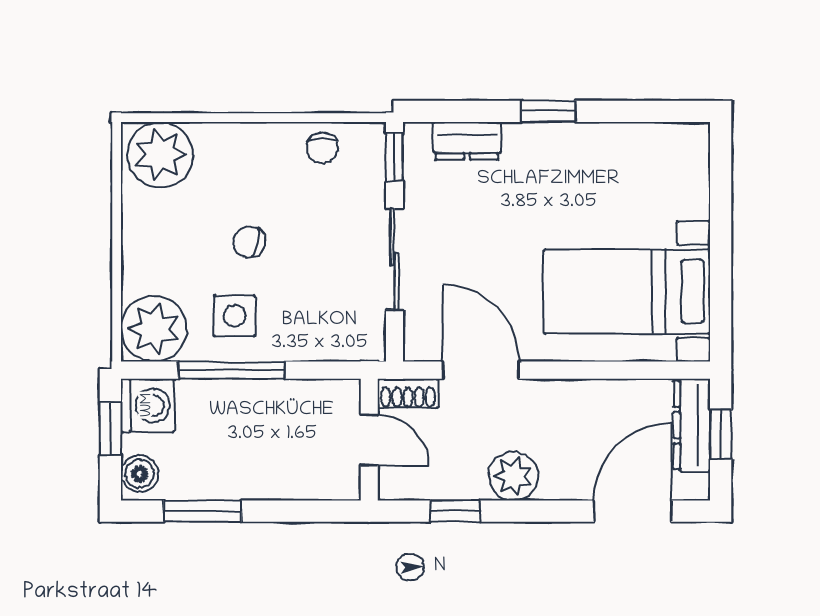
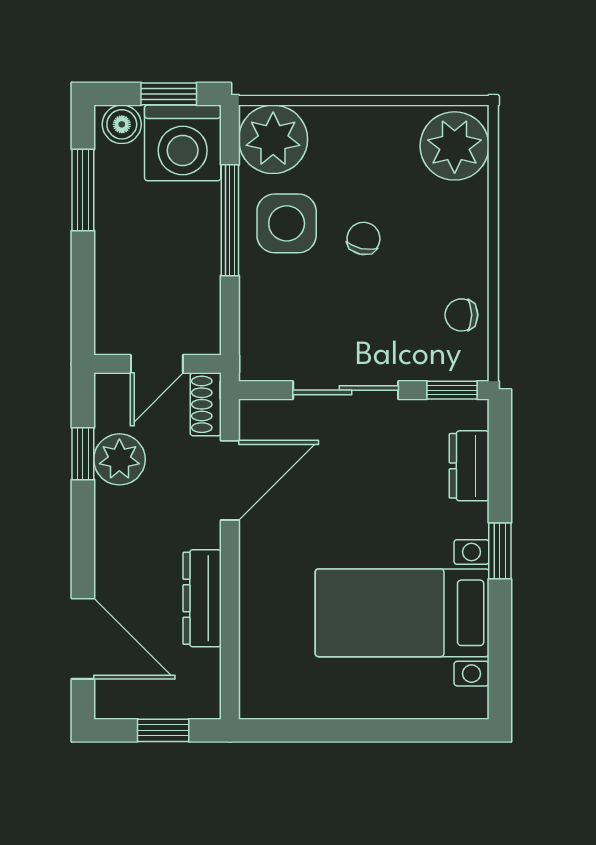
bed with nightstands: (627, 291) -> (402, 613), moved, turned -90
side table: (234, 316) -> (287, 223), width x1.37, depth x1.37
washing machine: (147, 405) -> (183, 143), width x1.37, depth x1.37
dresser: (692, 425) -> (202, 598), moved, turned -90
plant: (514, 476) -> (119, 459), moved

